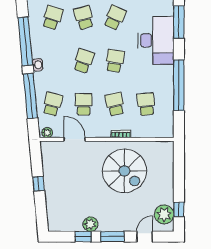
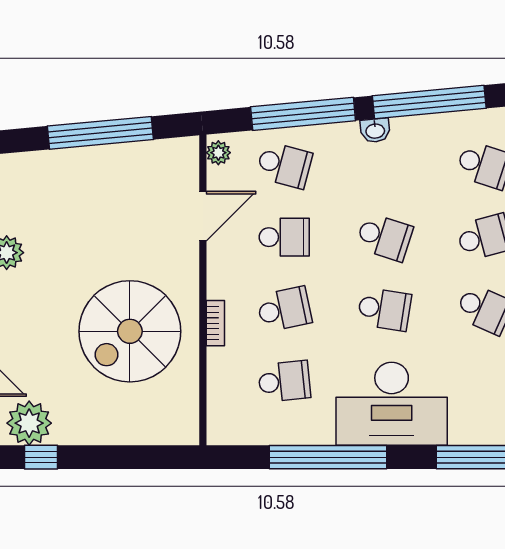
desk: (156, 40) -> (392, 404), moved
window: (39, 184) -> (100, 133), width x3.17

